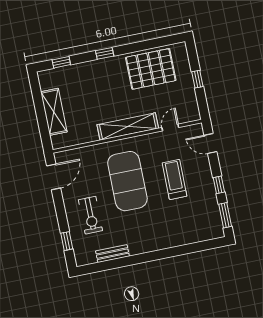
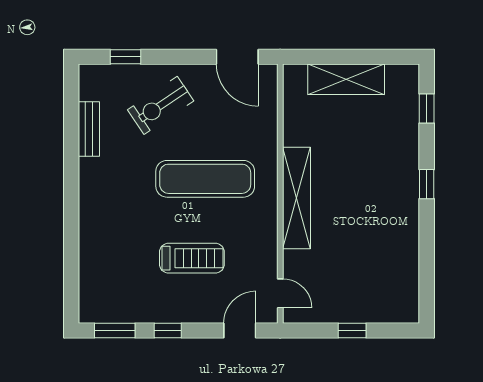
pallet: (151, 69) -> (385, 256), removed
door: (170, 128) -> (280, 293), moved
exercise mat: (127, 181) -> (205, 179), width x0.68
exercise bike: (90, 215) -> (161, 105), turned -34

